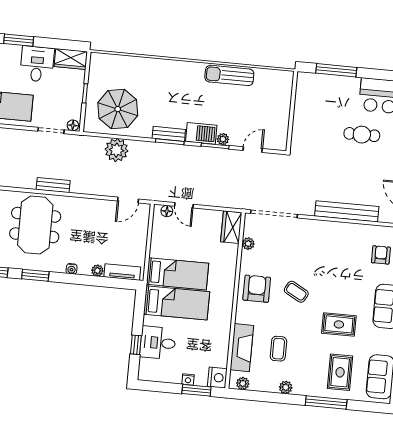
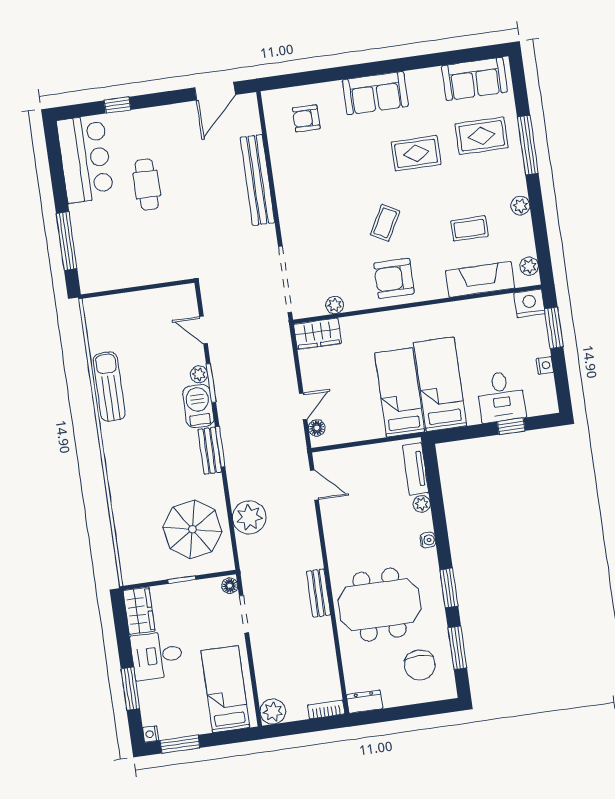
sun lounger: (229, 75) -> (109, 387), turned 180
rug: (339, 324) -> (416, 153), turned 90
nightstand: (188, 379) -> (545, 365), moved

